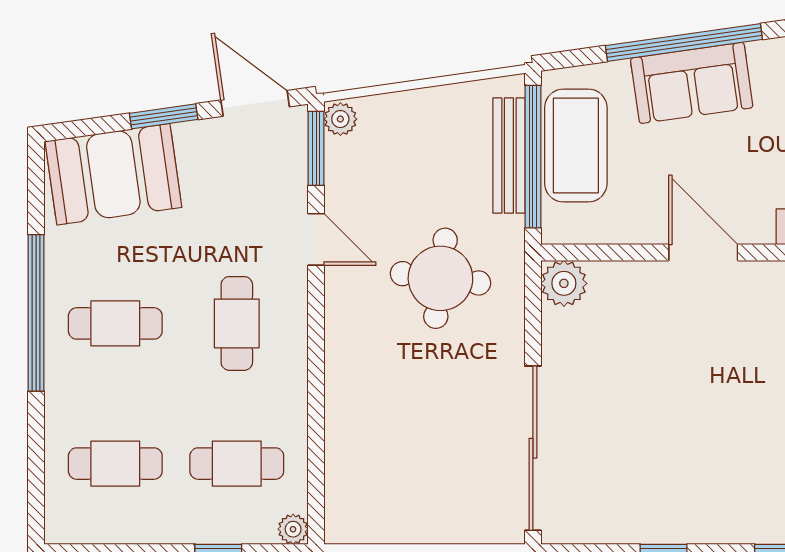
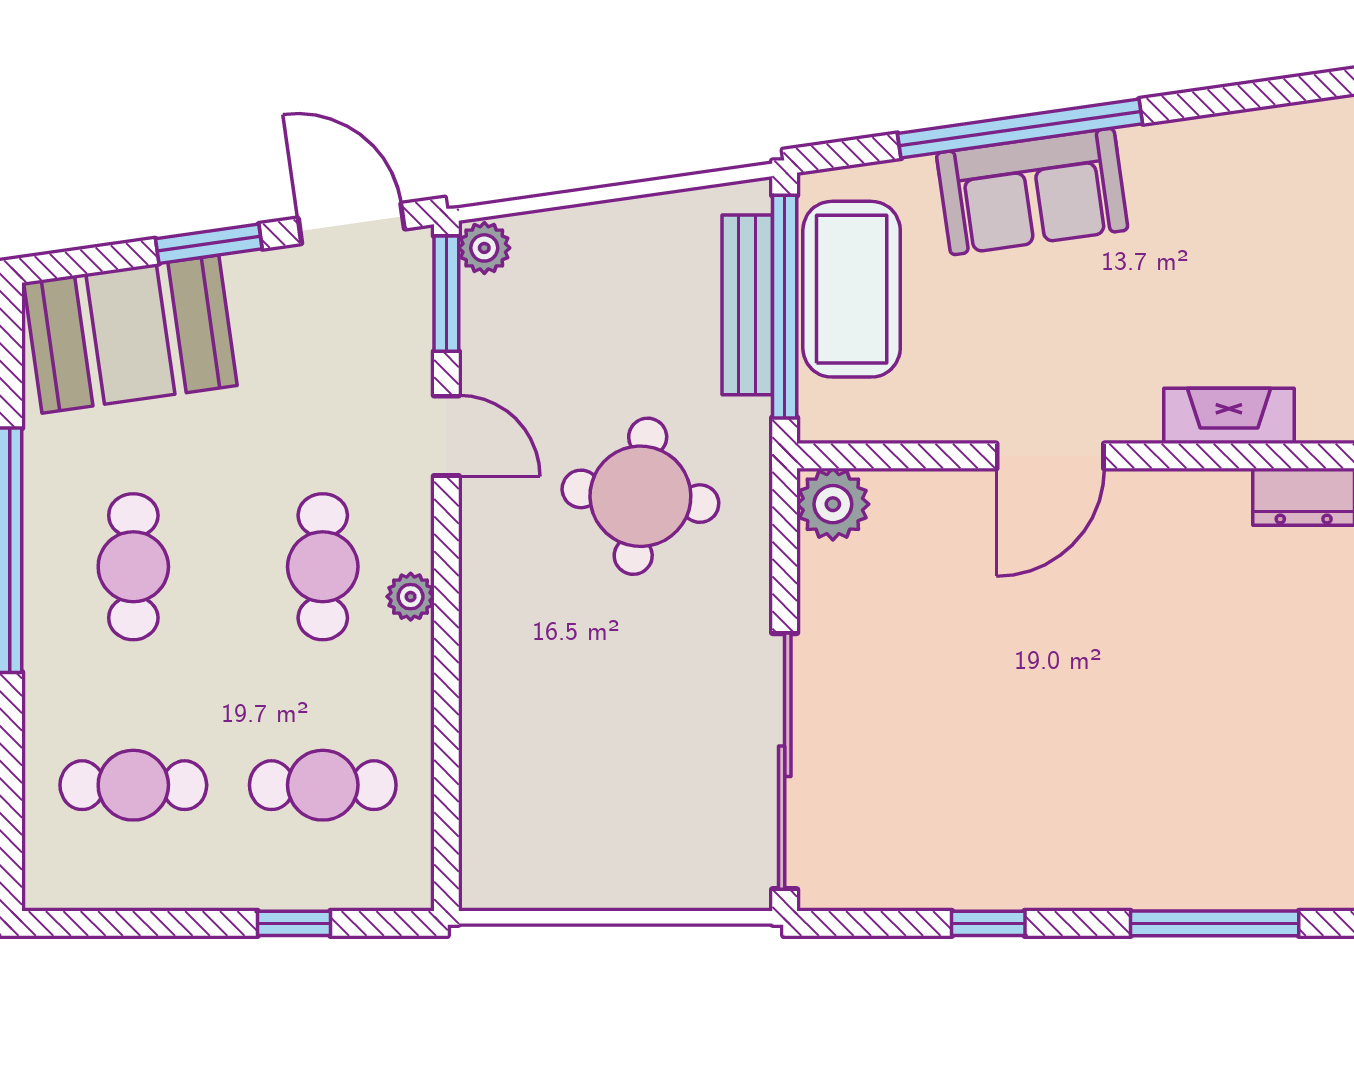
door: (703, 252) -> (1050, 456), swing flipped
cafe table: (115, 323) -> (133, 567), turned 90
plant: (293, 529) -> (411, 597), moved

